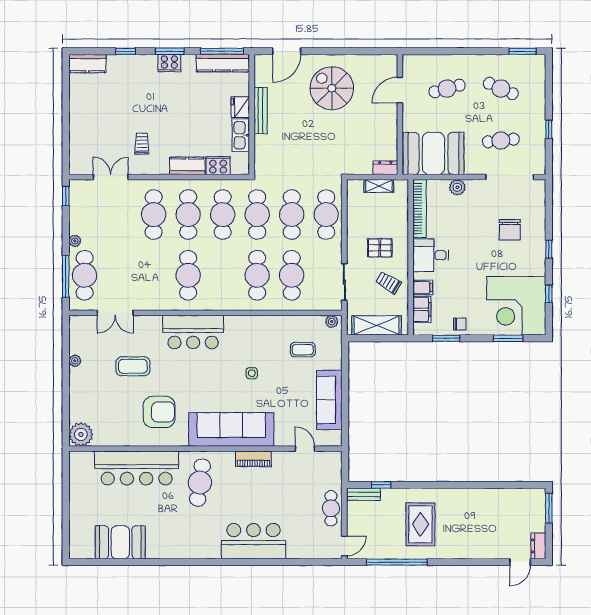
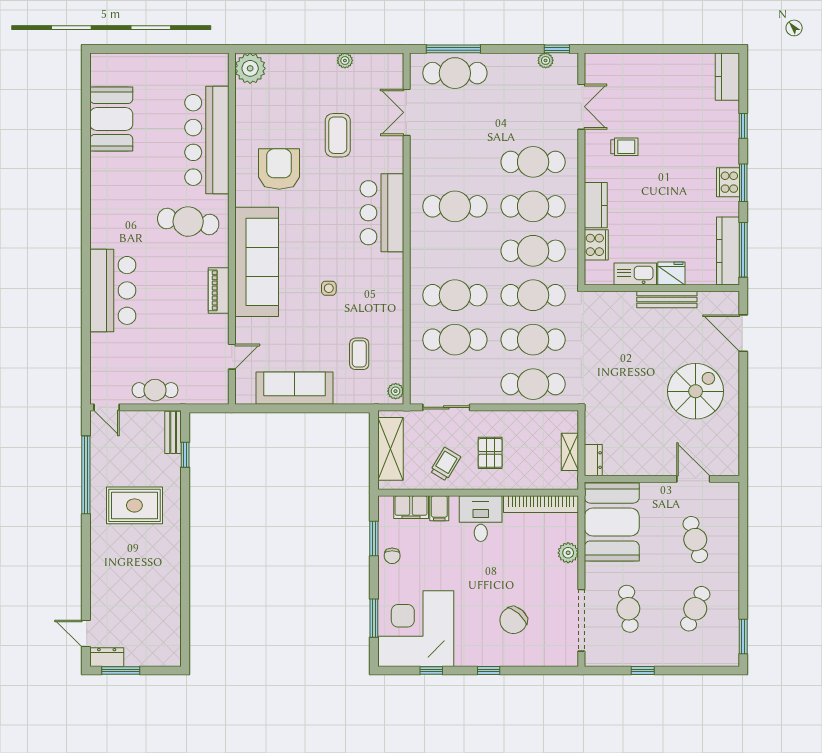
chair: (510, 230) -> (513, 620), turned -48
plant: (75, 241) -> (546, 60), moved
armchair: (159, 412) -> (279, 169), turned 180
window: (549, 508) -> (121, 670), moved

